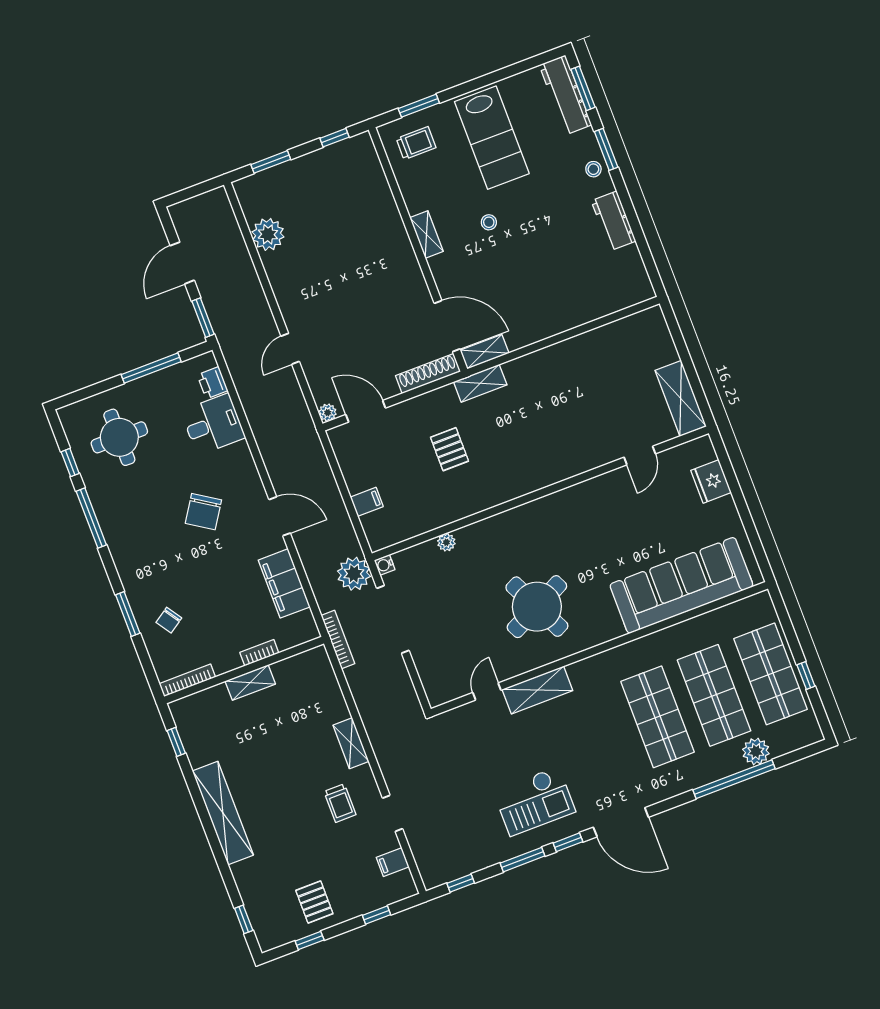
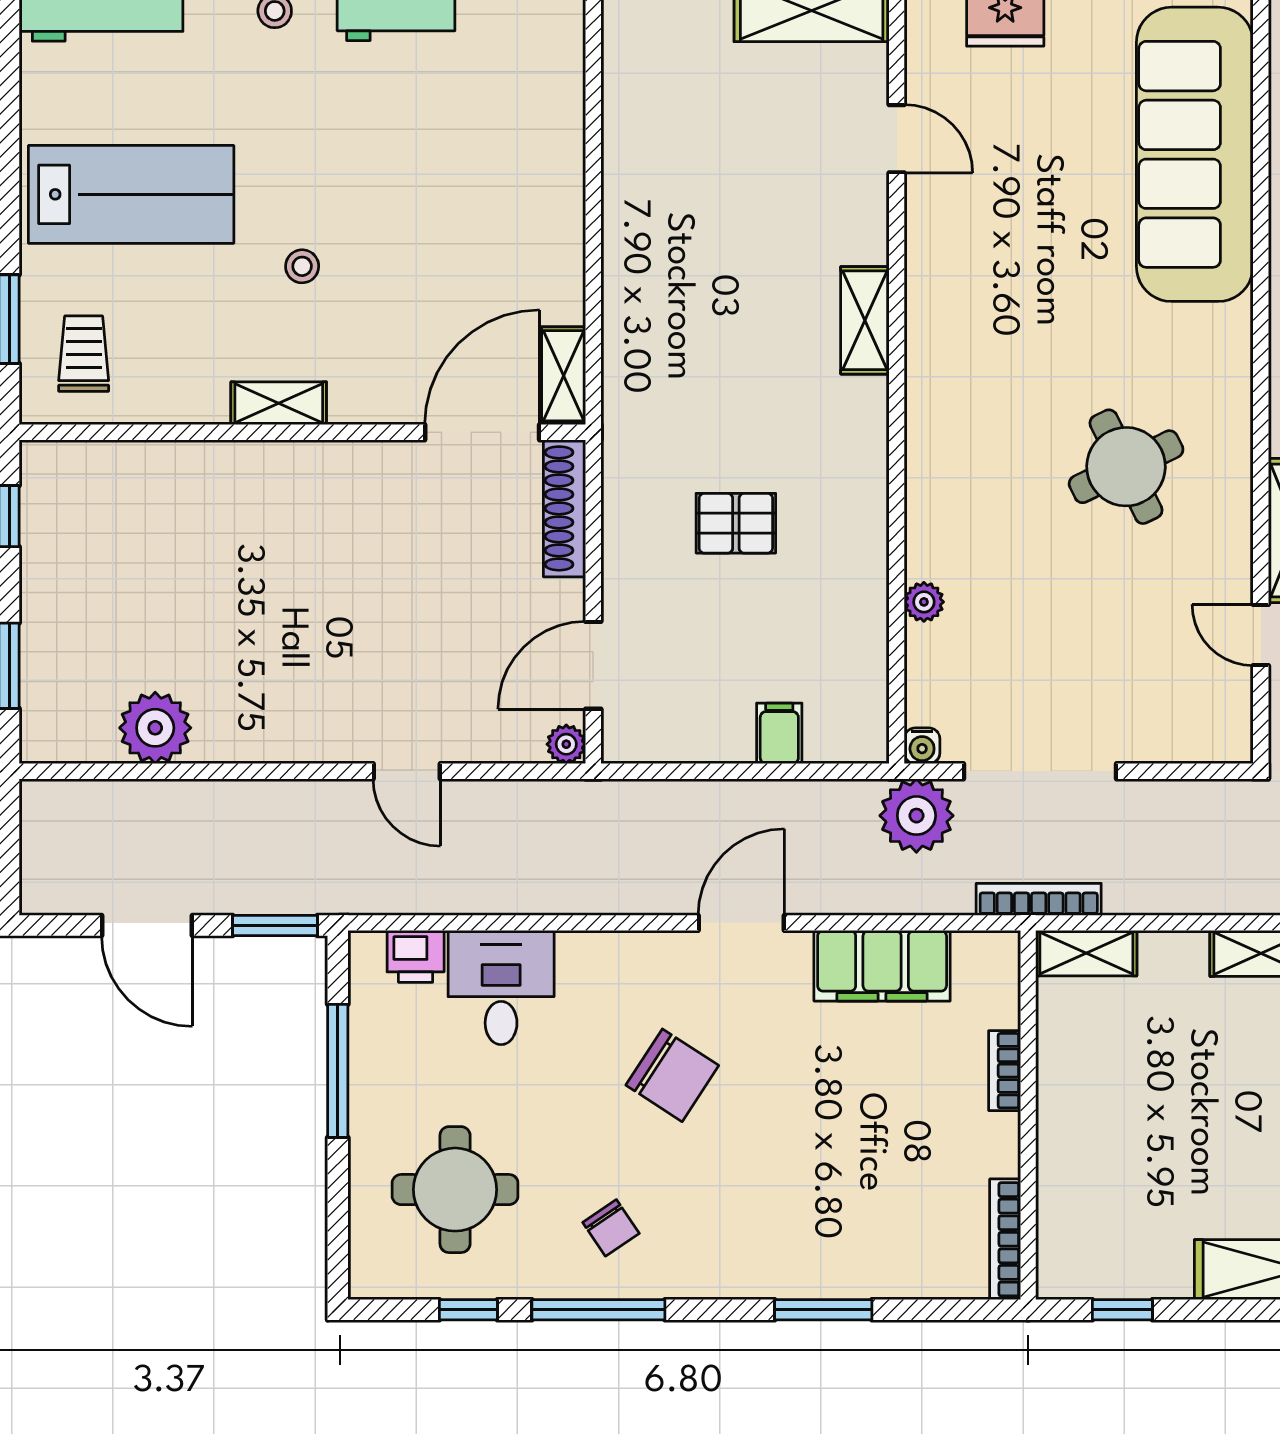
shelving: (480, 383) -> (865, 320), moved
round table: (537, 607) -> (1126, 467), width x0.73, depth x0.73
chair: (169, 620) -> (611, 1228), moved
shelving: (250, 683) -> (1086, 953), moved, turned 90

